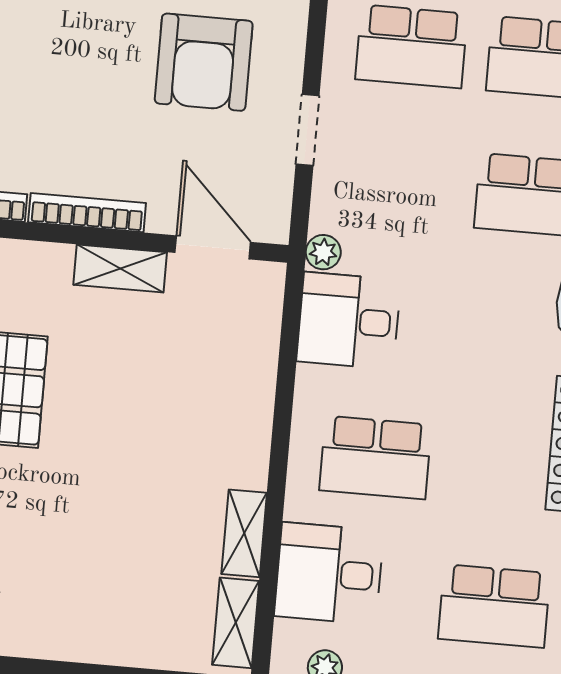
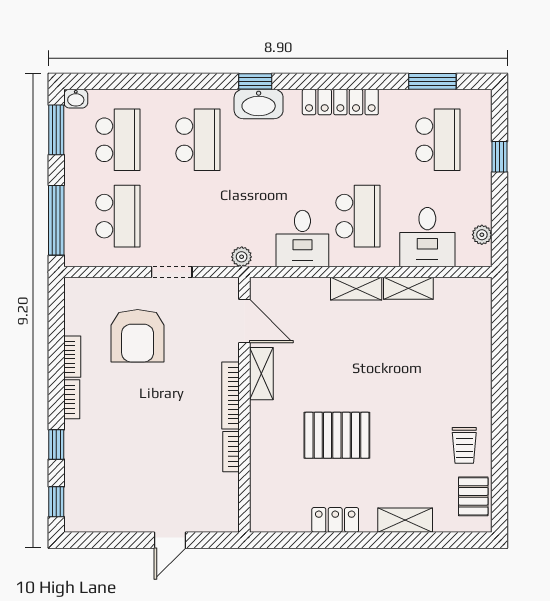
armchair: (204, 62) -> (138, 336), turned 90
door: (213, 247) -> (244, 321), swing flipped
desk: (349, 321) -> (302, 239), moved
shelving: (236, 623) -> (356, 289), moved

